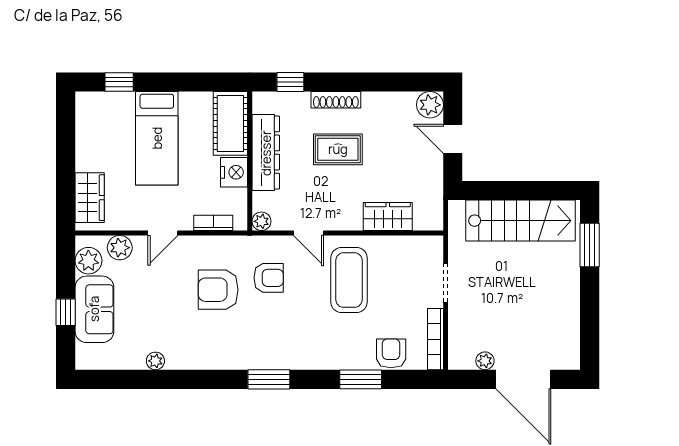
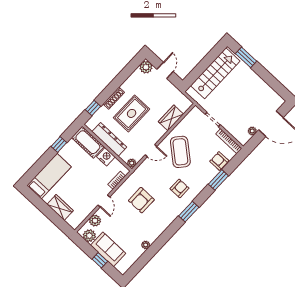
window: (119, 82) -> (59, 144), moved
bed: (157, 138) -> (49, 176), moved, turned -90
door: (453, 139) -> (165, 70), swing flipped
rug: (338, 149) -> (132, 113), width x1.36, depth x1.43
wardrobe: (90, 198) -> (60, 207), moved
armchair: (269, 278) -> (180, 188), moved
coffee table: (349, 280) -> (180, 152), turned 40

